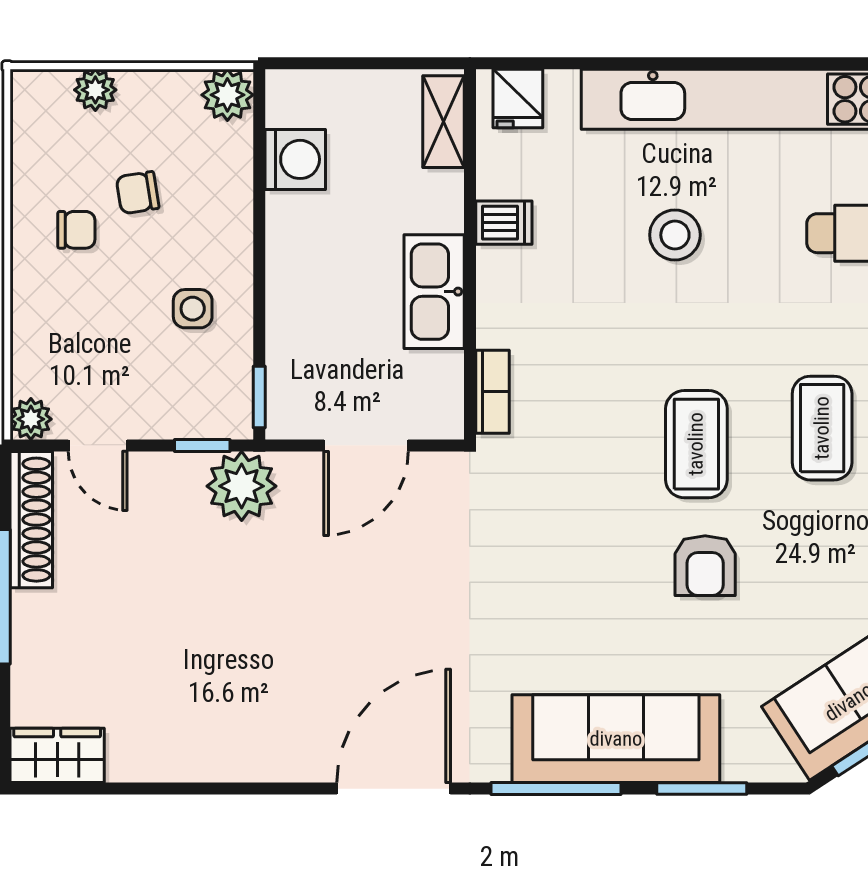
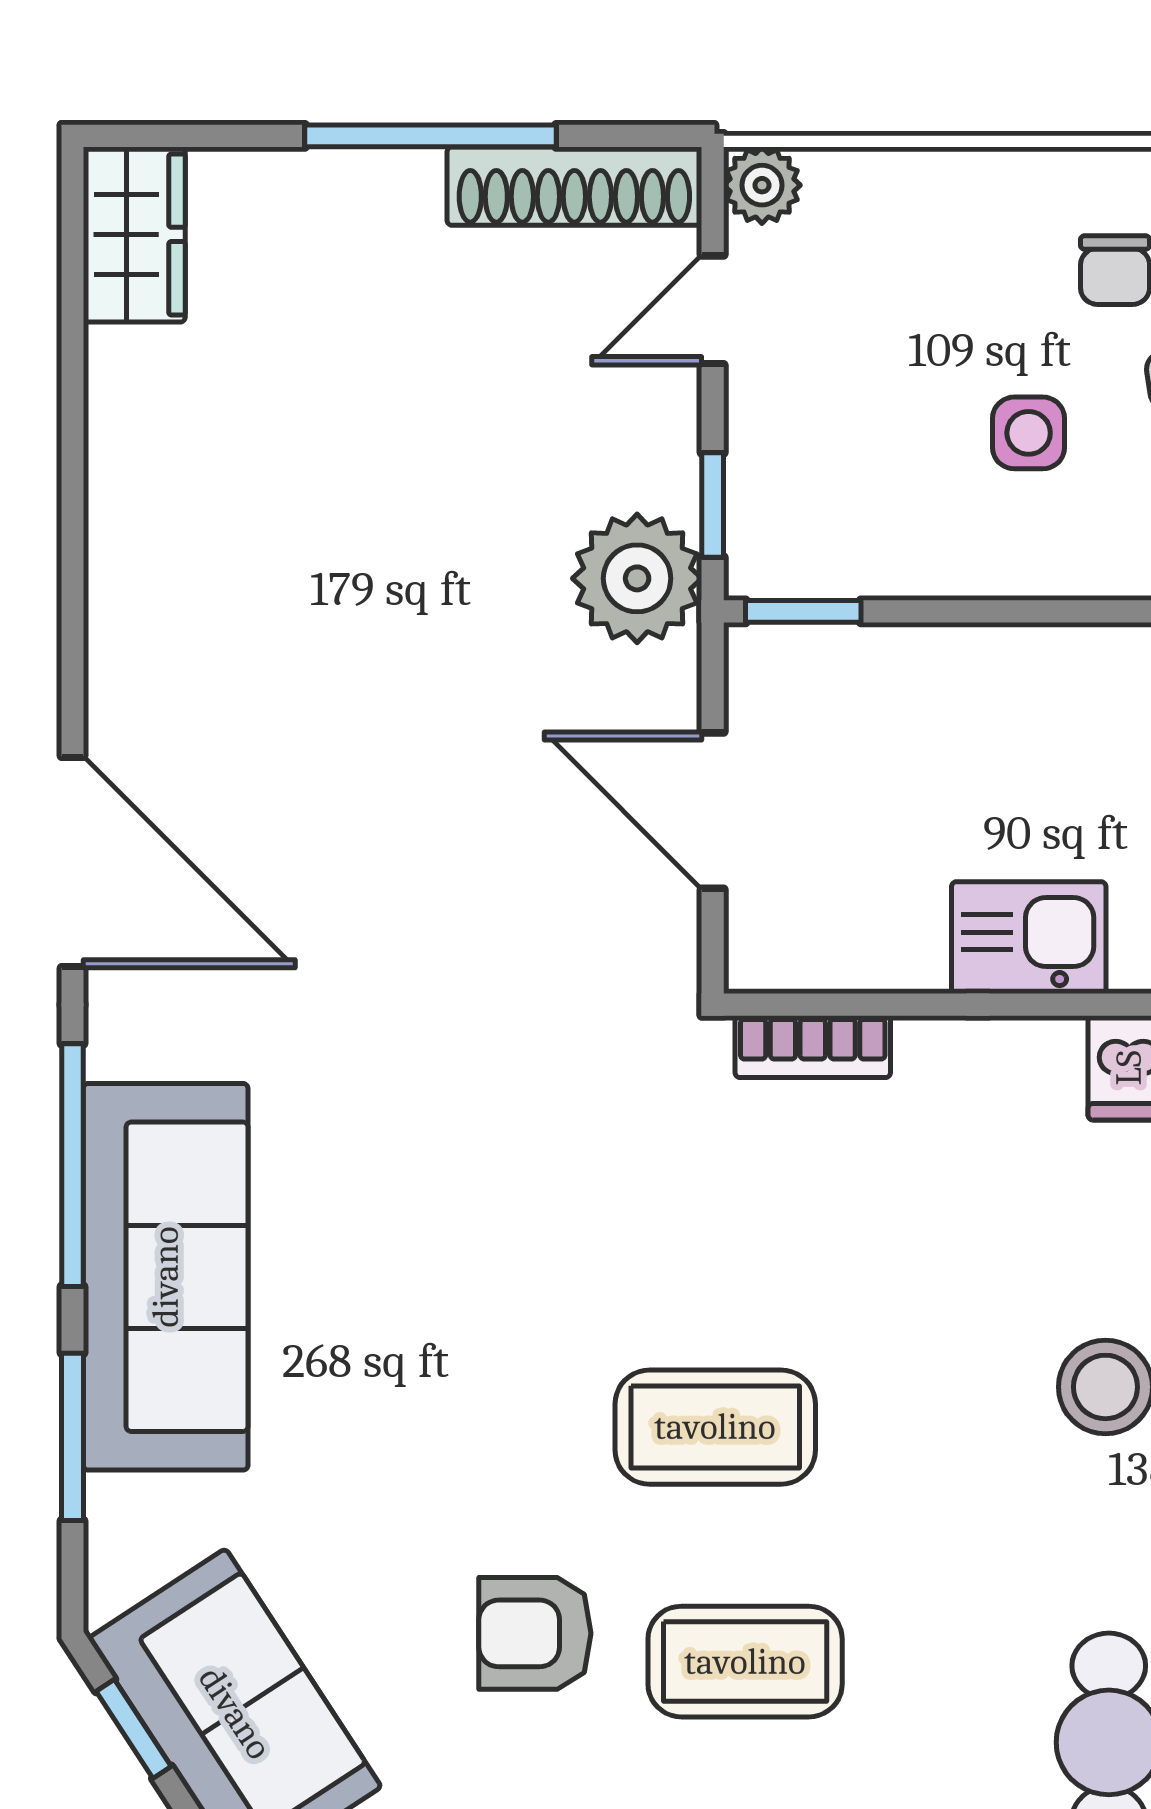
kitchen sink: (434, 292) -> (1029, 938), width x0.73
side table: (193, 309) -> (1029, 433), moved
armchair: (705, 566) -> (535, 1633), moved

